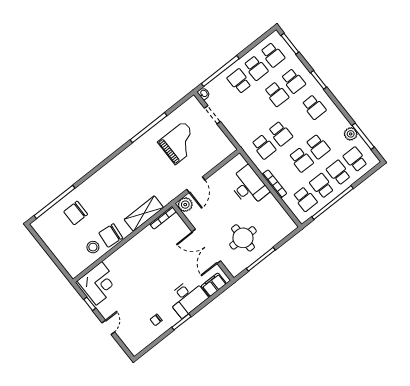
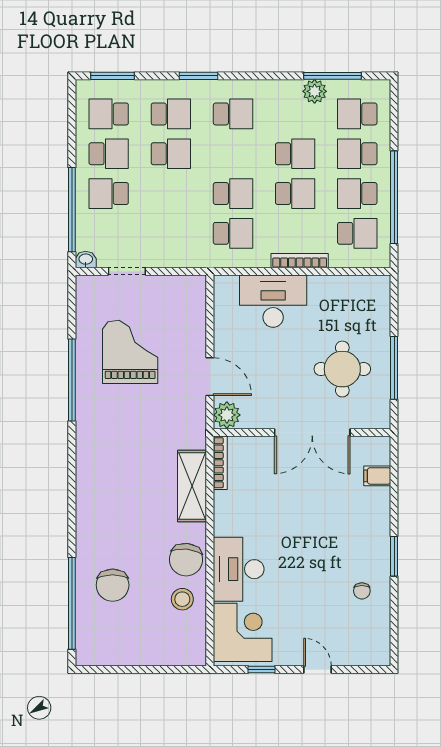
school desk: (273, 55) -> (109, 114), turned 180
filing cabinet: (214, 285) -> (377, 476), width x0.50
desk: (187, 298) -> (239, 569), moved, turned 180

